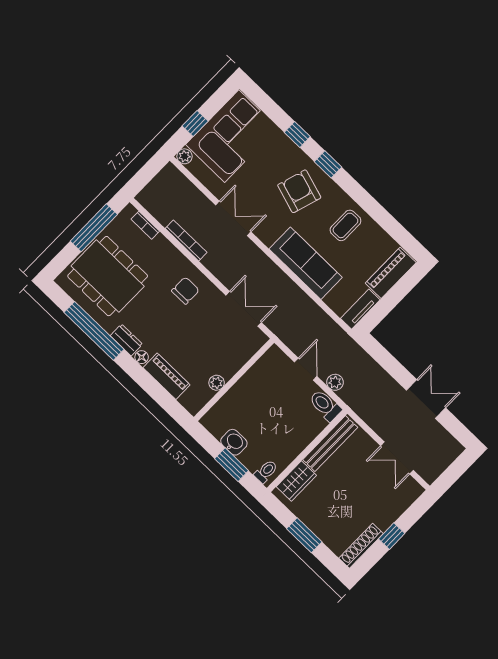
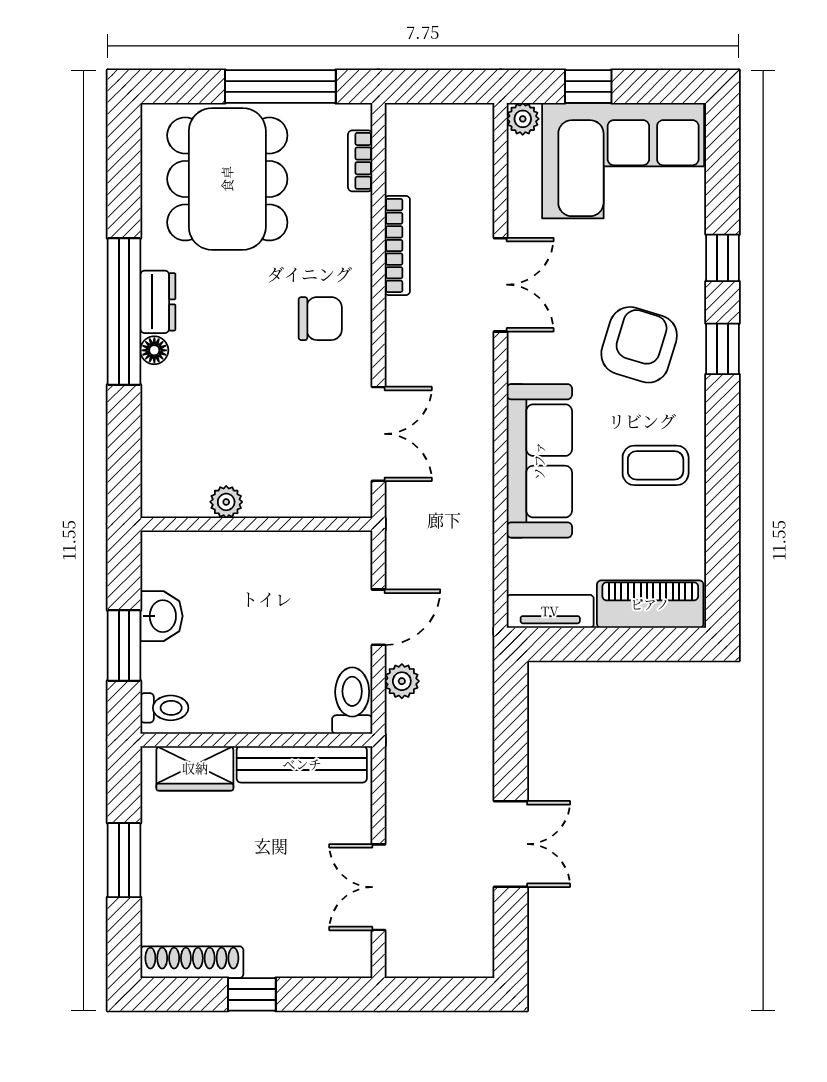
window: (94, 331) -> (124, 311), moved
piano: (167, 376) -> (162, 416), removed

